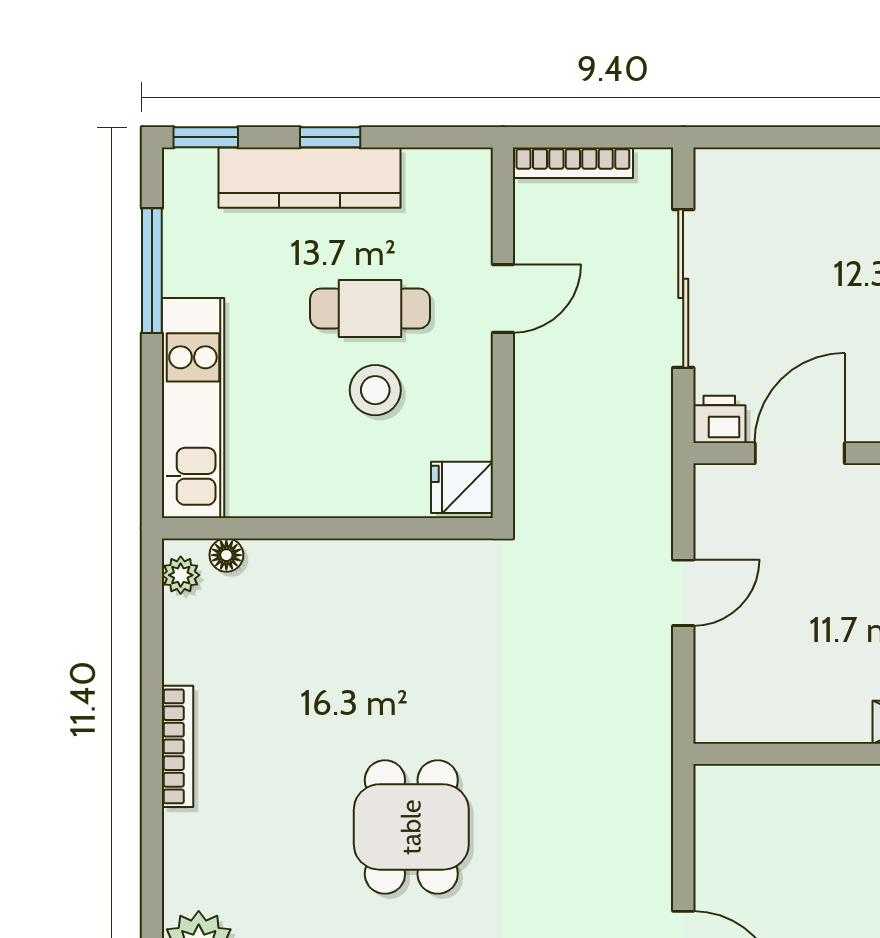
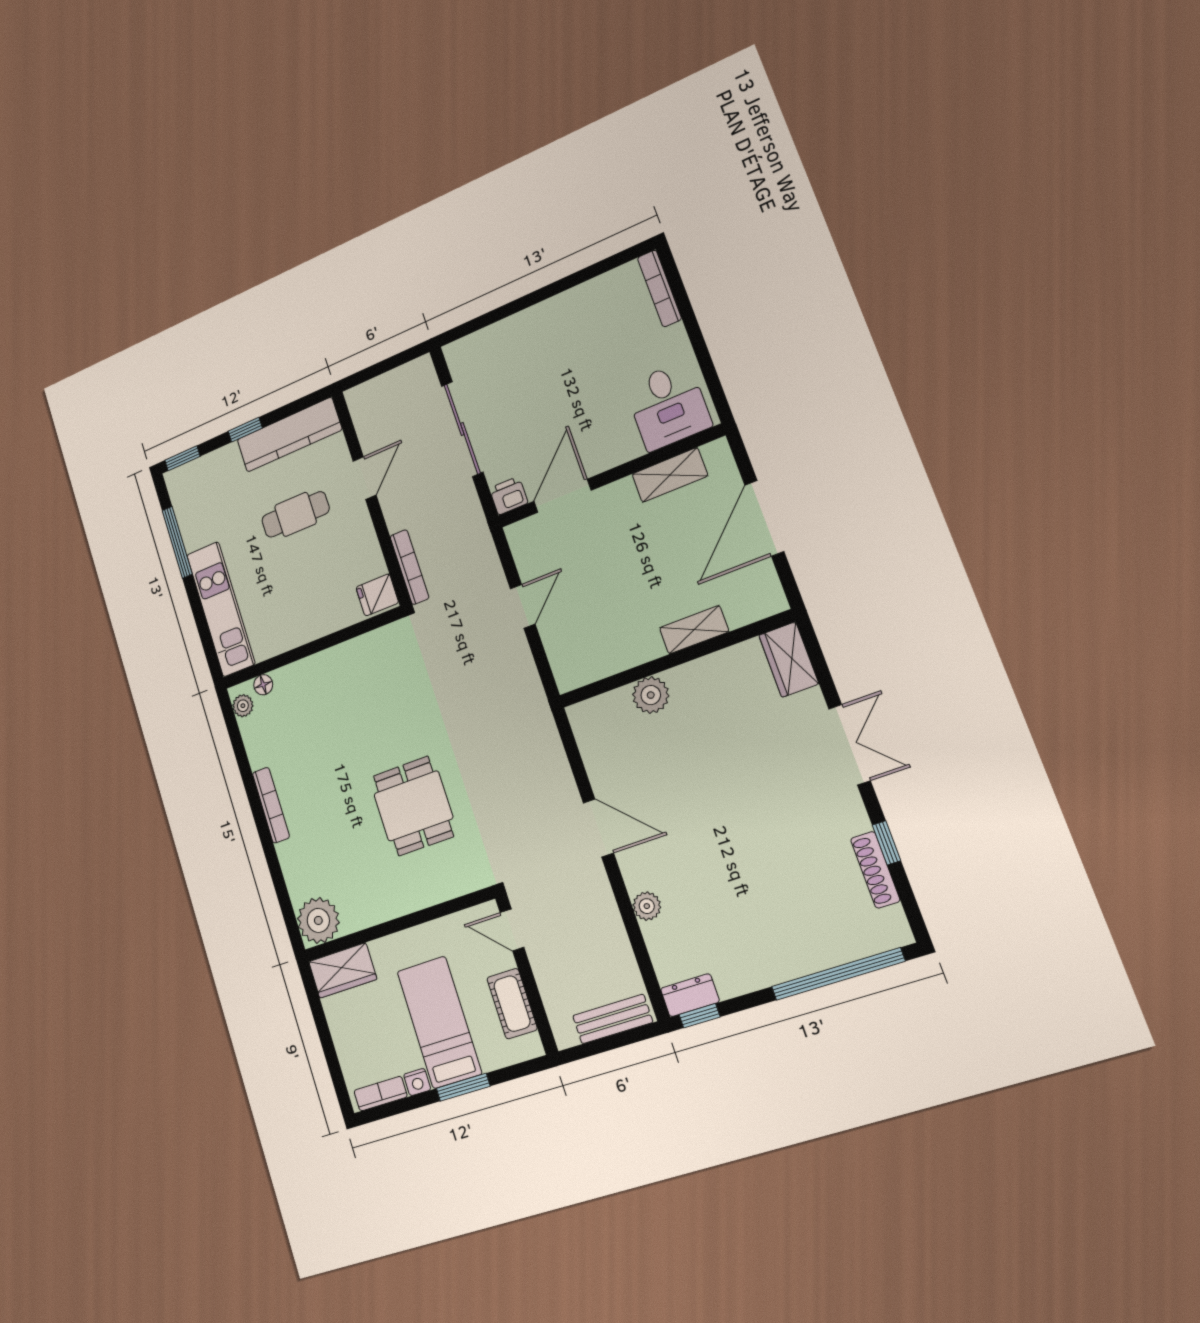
bookcase: (573, 163) -> (409, 567), moved, turned -90
kitchen counter: (309, 178) -> (289, 435), moved
stool: (375, 390) -> (313, 559), removed
plant: (826, 792) -> (651, 695), added

